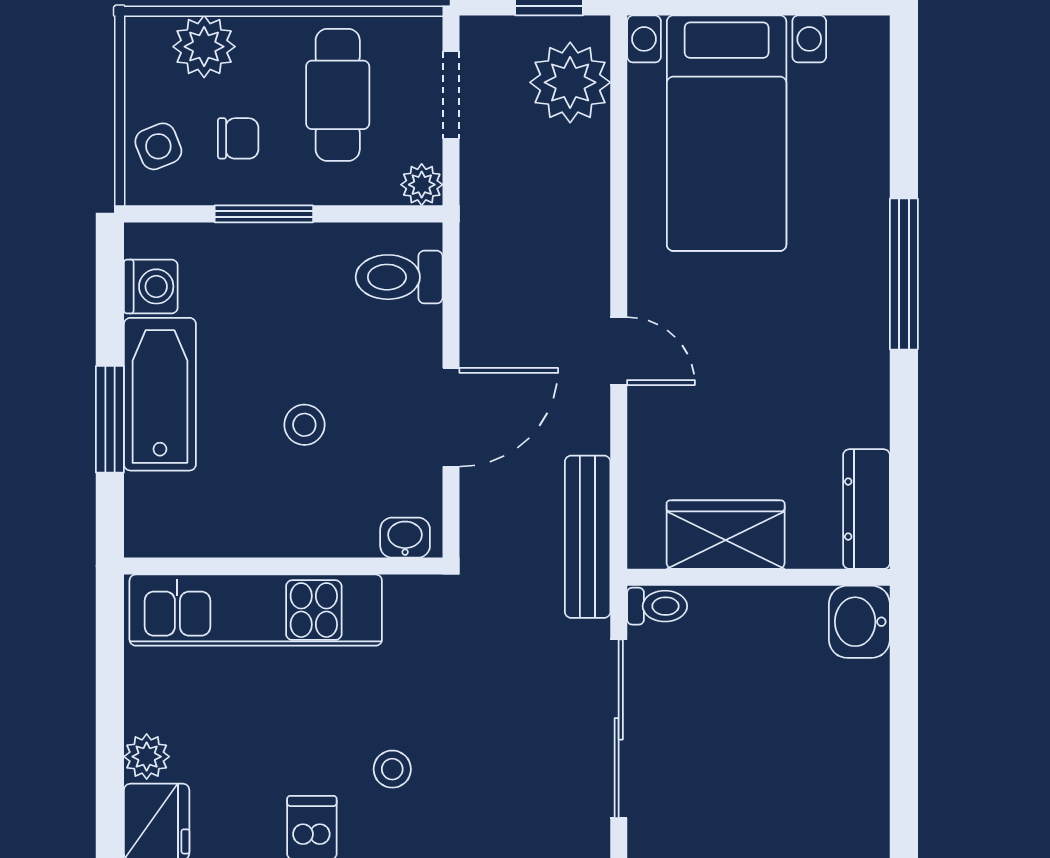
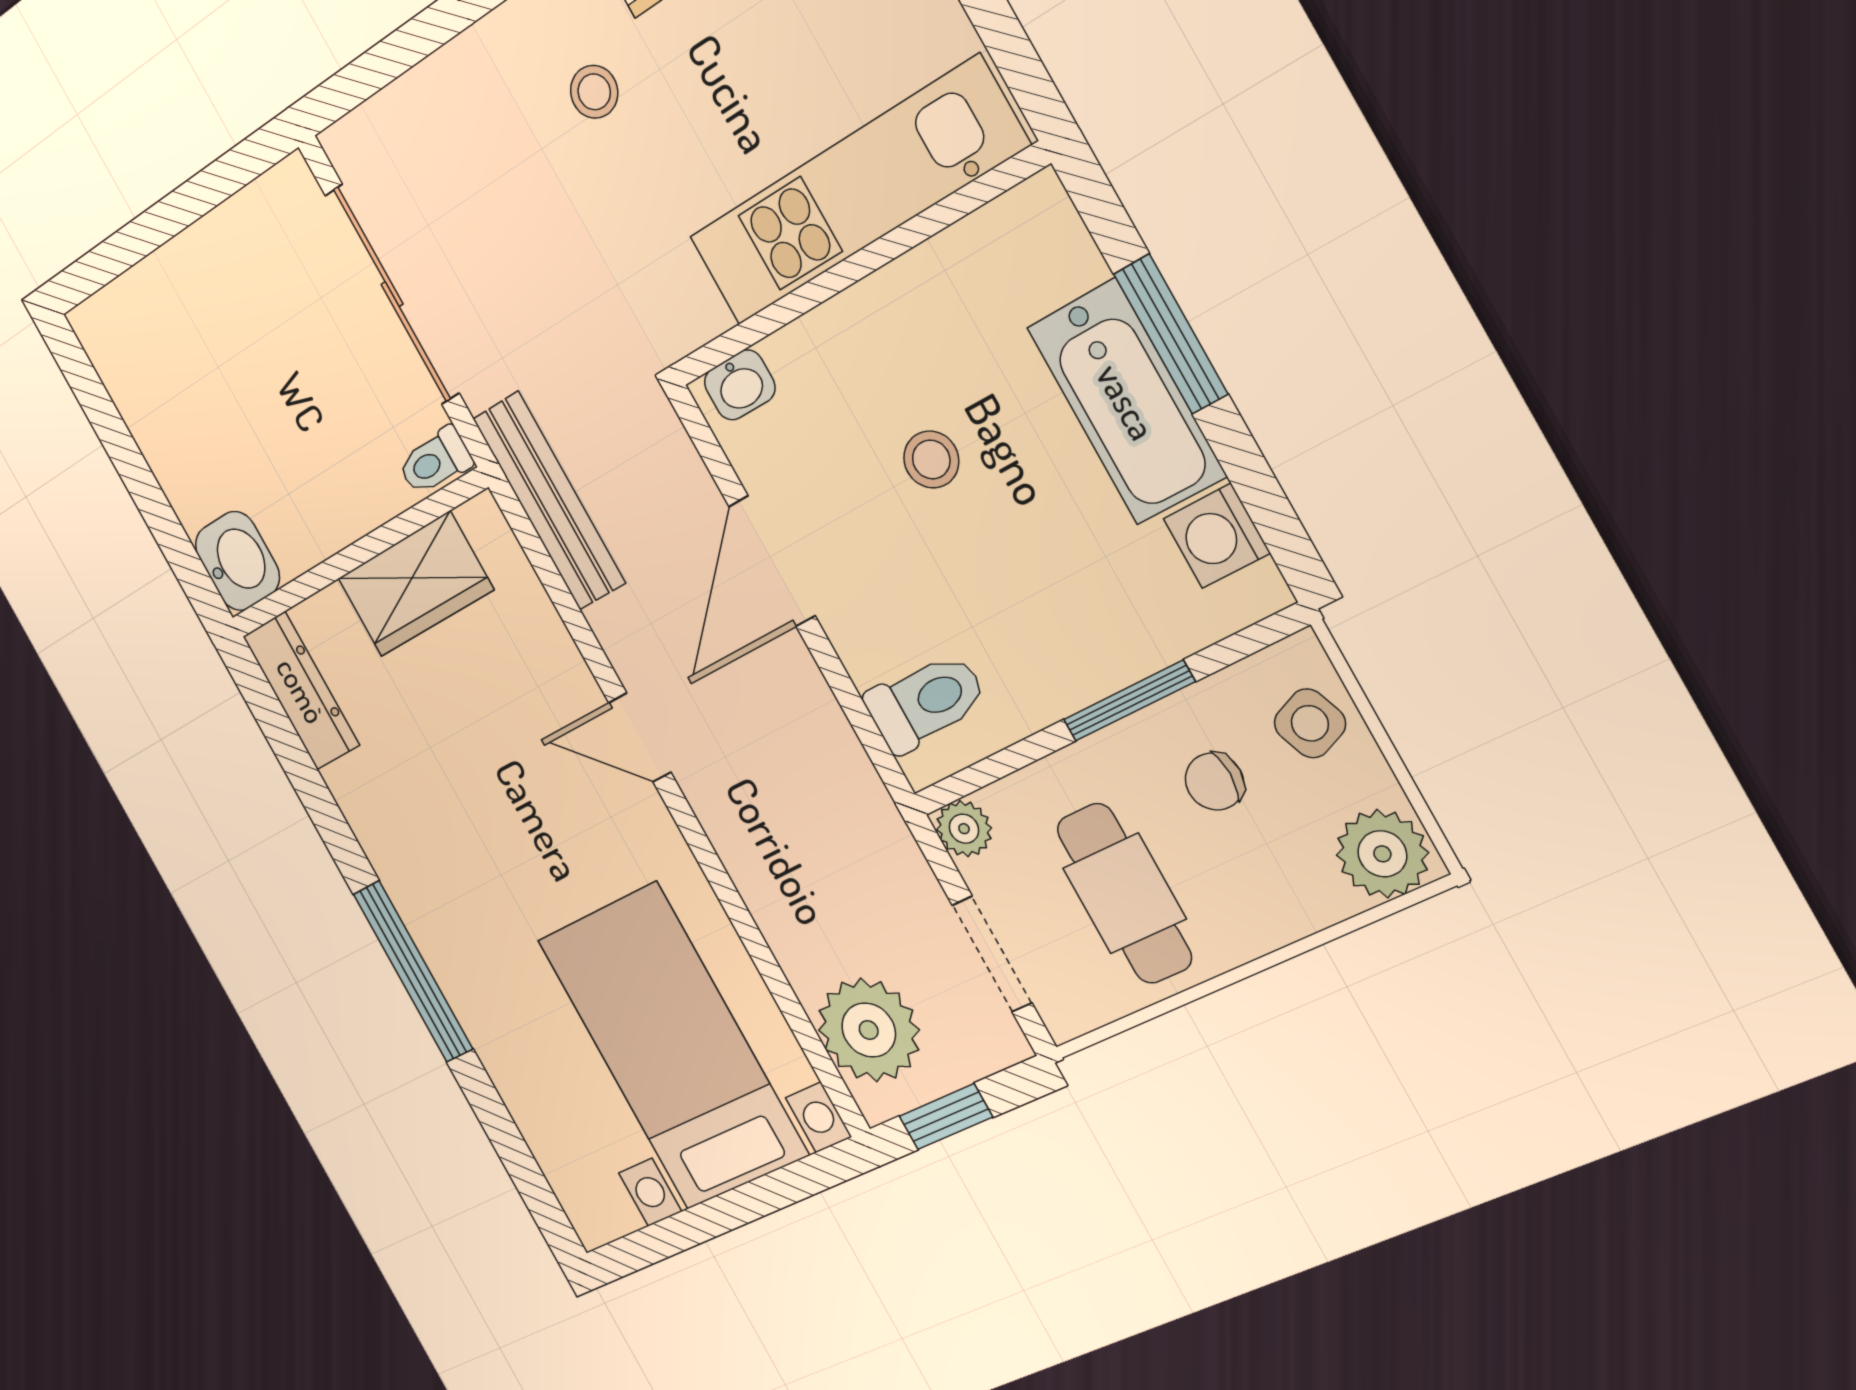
plant: (204, 47) -> (1382, 854), moved

